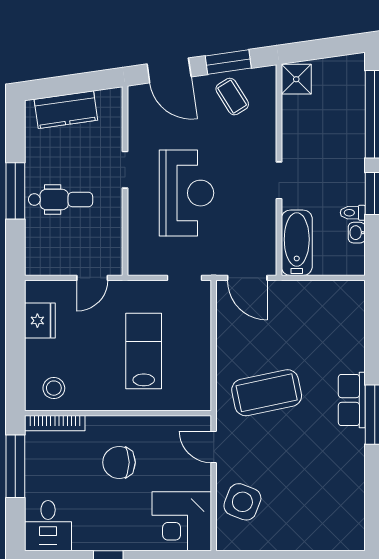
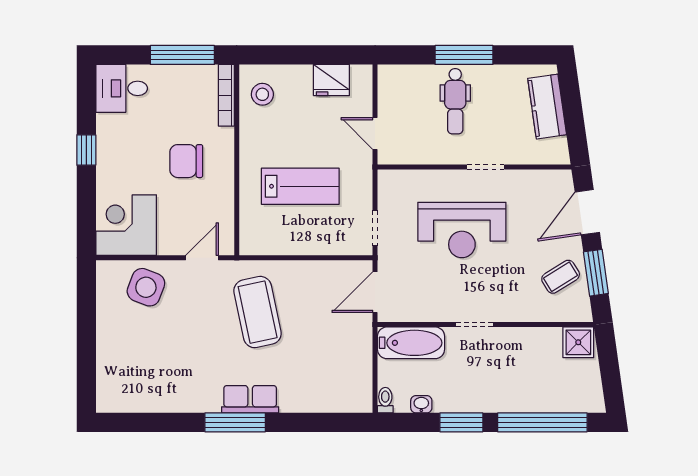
toilet: (353, 213) -> (385, 400), moved
chair: (119, 462) -> (186, 161), turned -90

